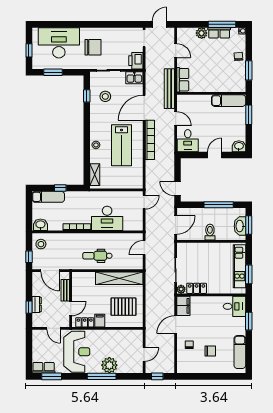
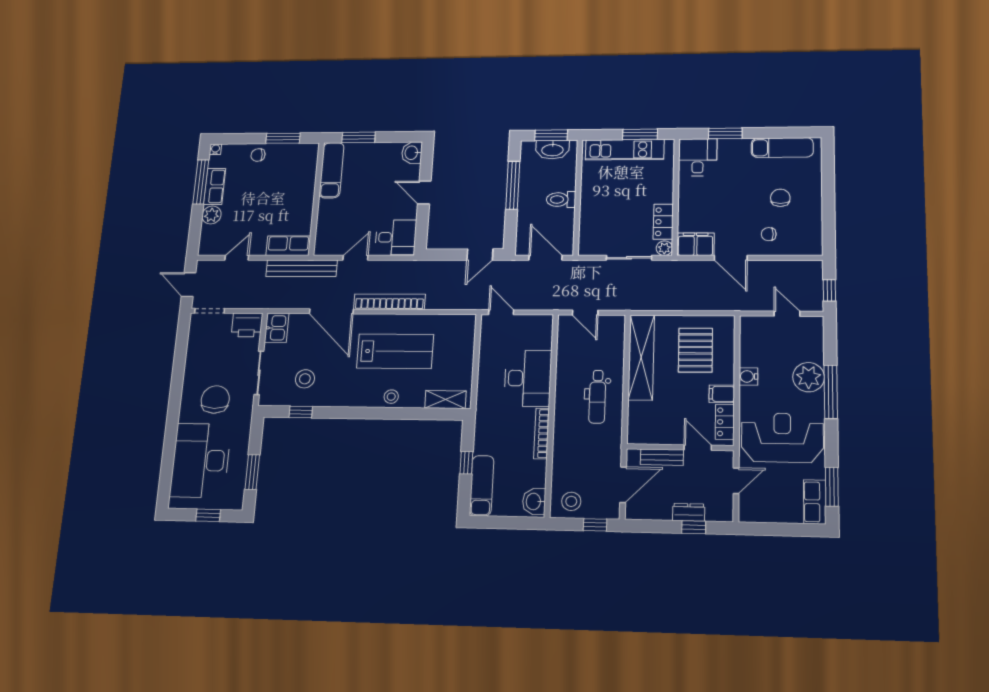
water cooler: (109, 334) -> (748, 376), added

